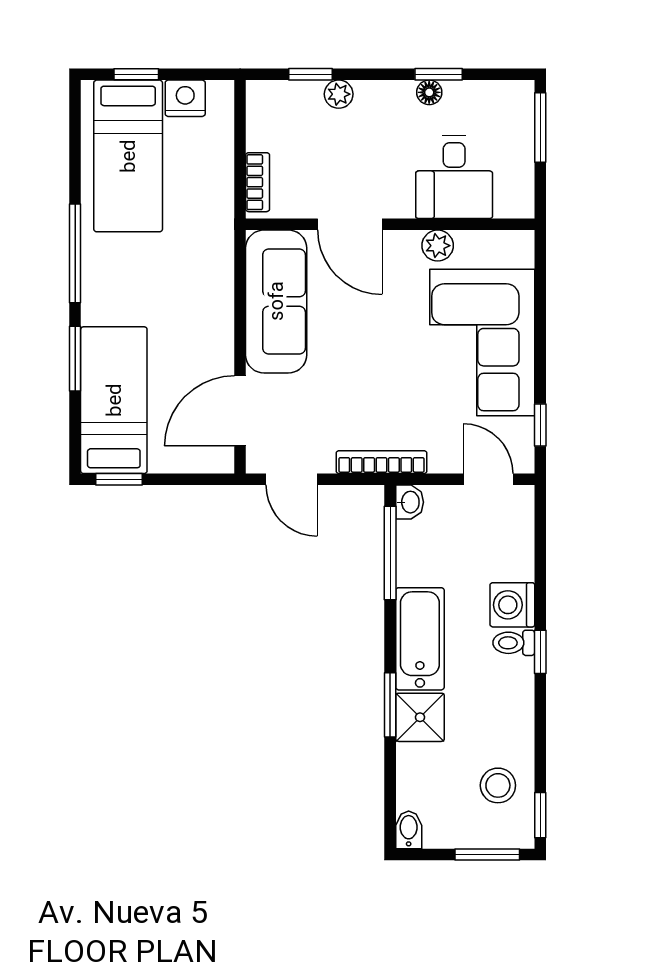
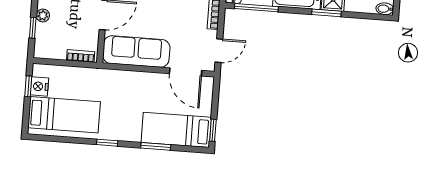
window: (136, 74) -> (28, 86), moved
window: (75, 253) -> (107, 143), width x0.46

